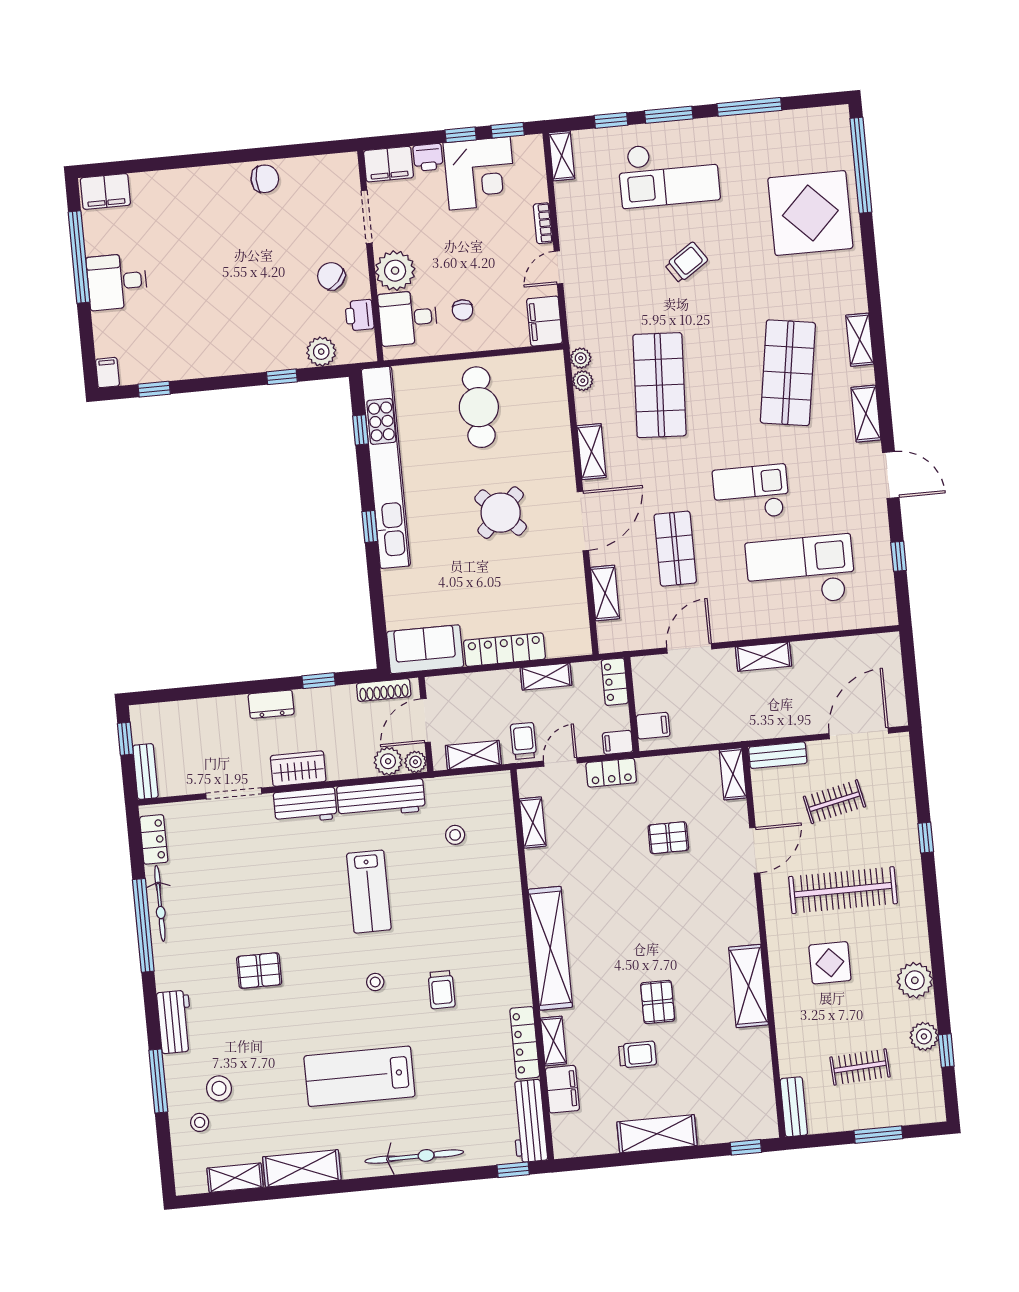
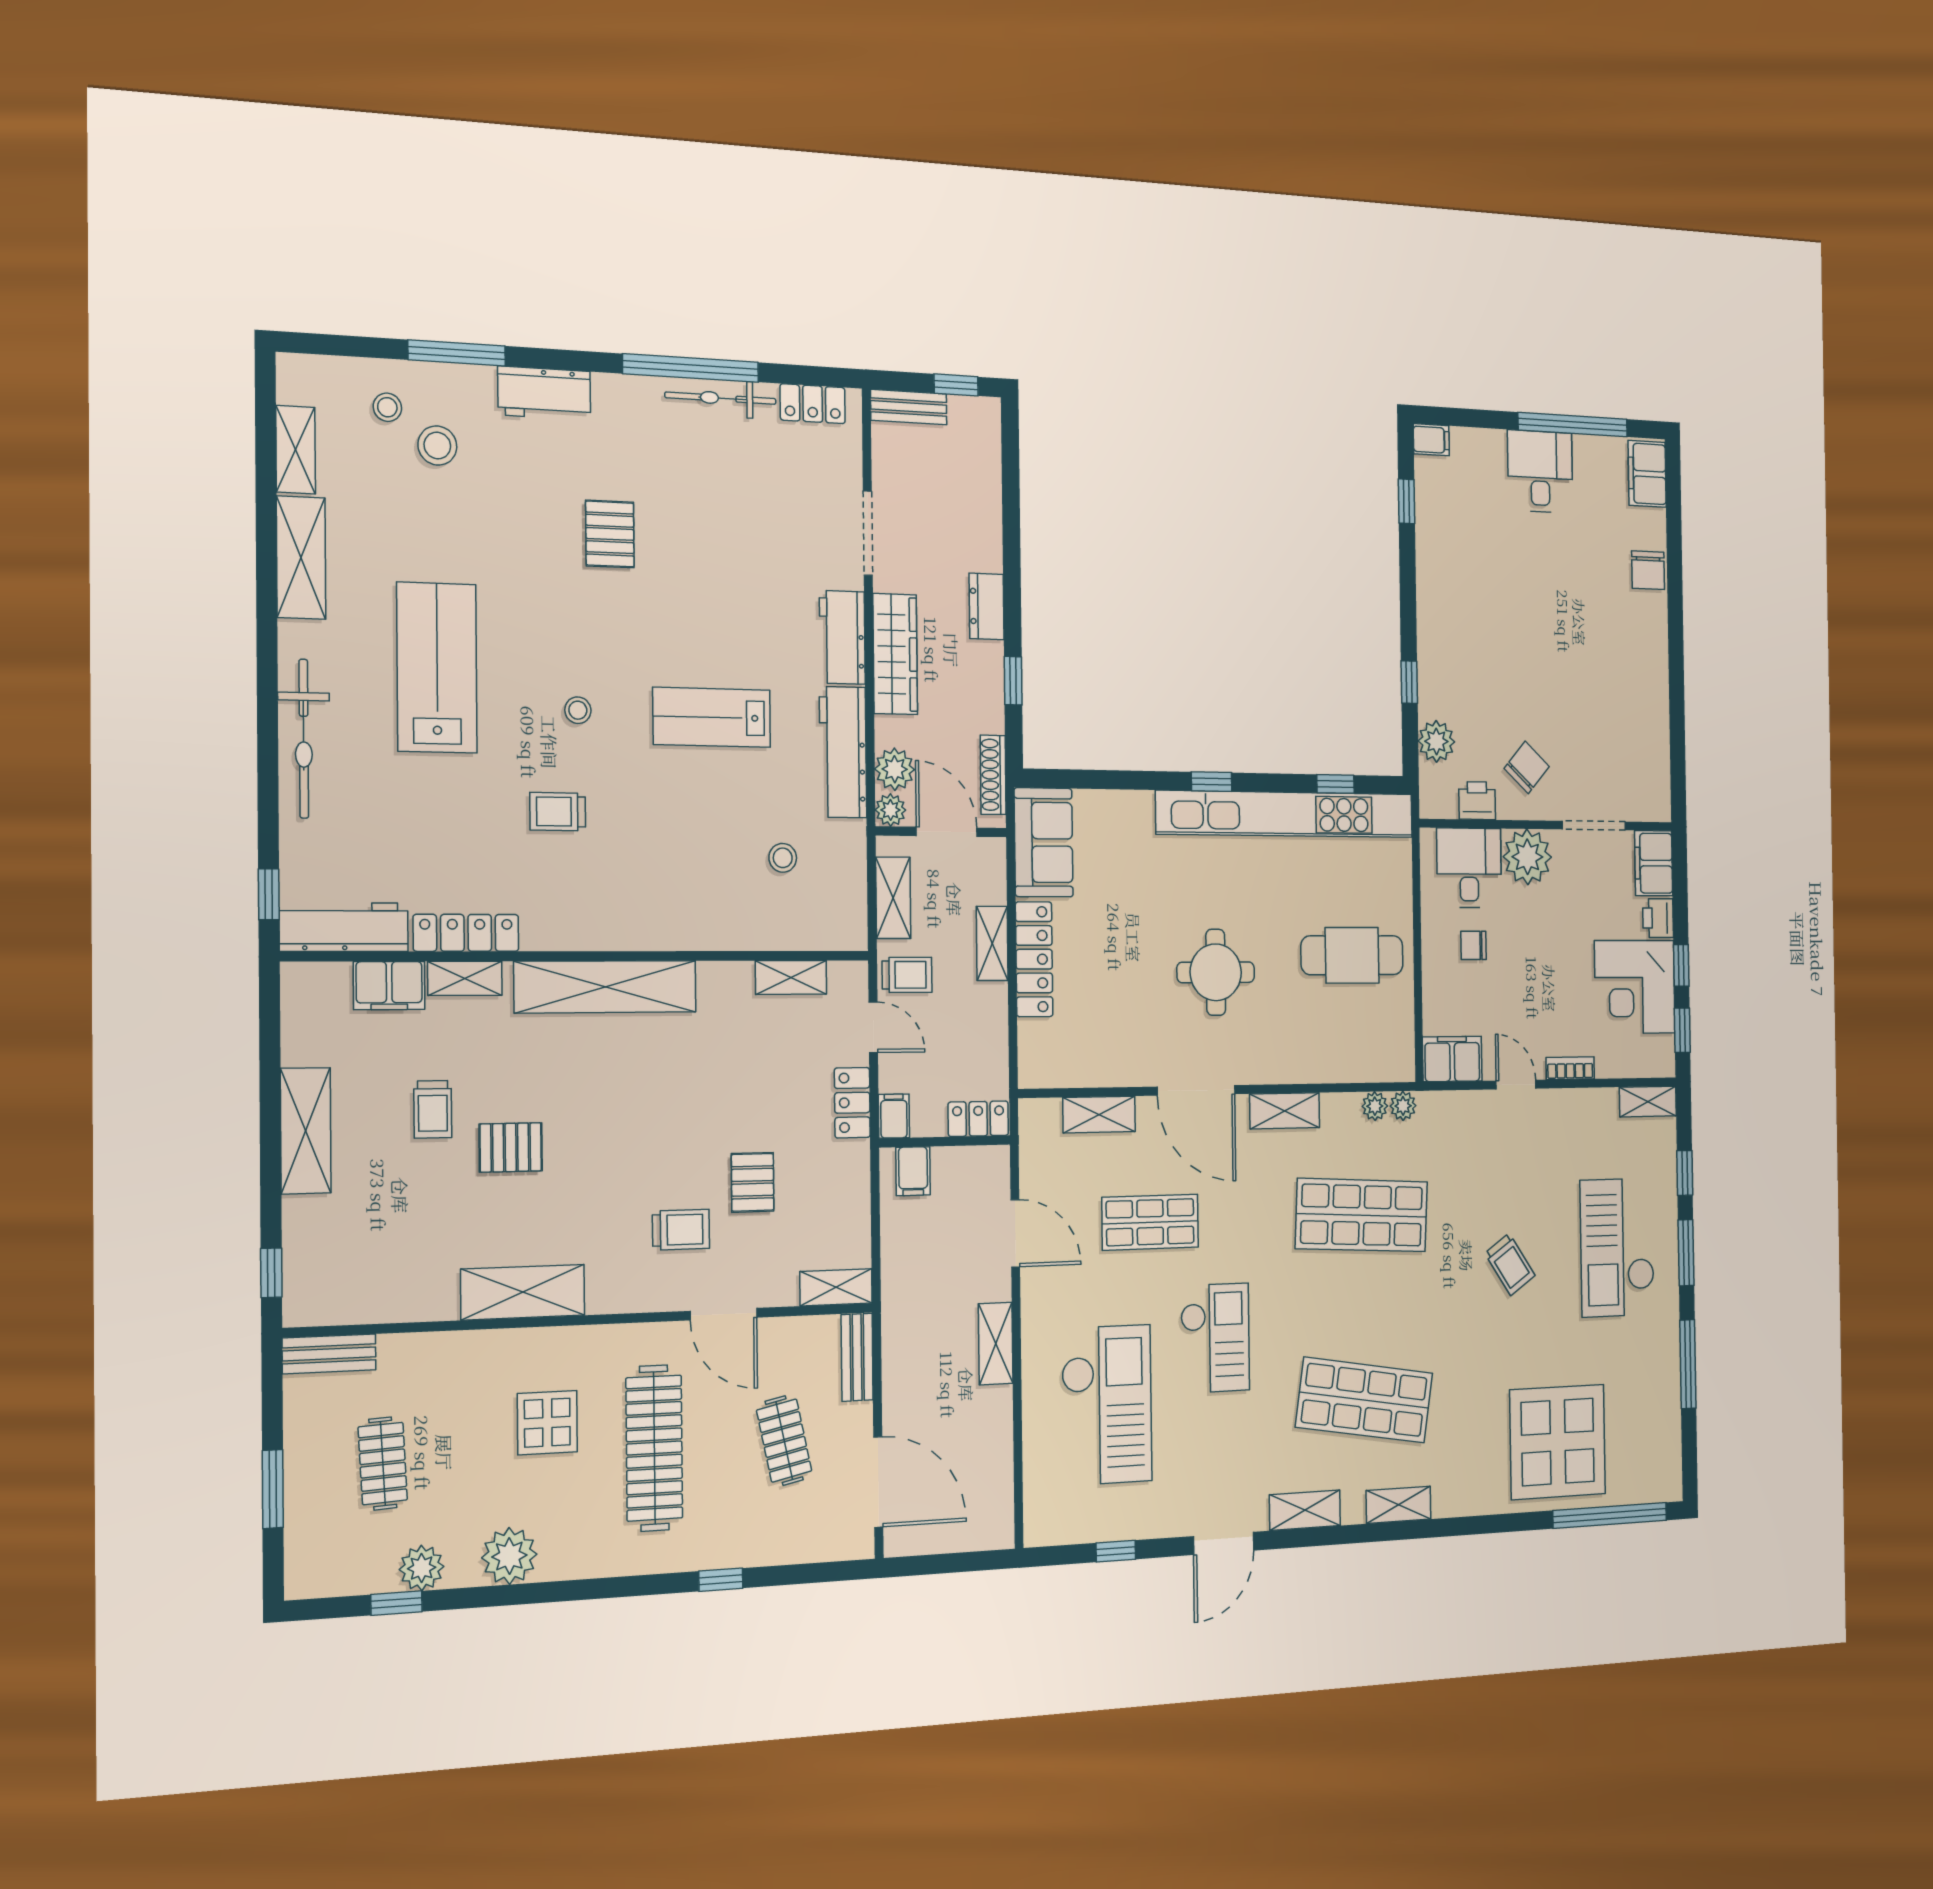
chair: (265, 179) -> (1648, 570), moved
round table: (501, 513) -> (1216, 972), turned 45
shelving: (546, 677) -> (992, 943), moved
wardrobe: (298, 769) -> (895, 654), width x1.50
trolley: (702, 884) -> (681, 1230), added

